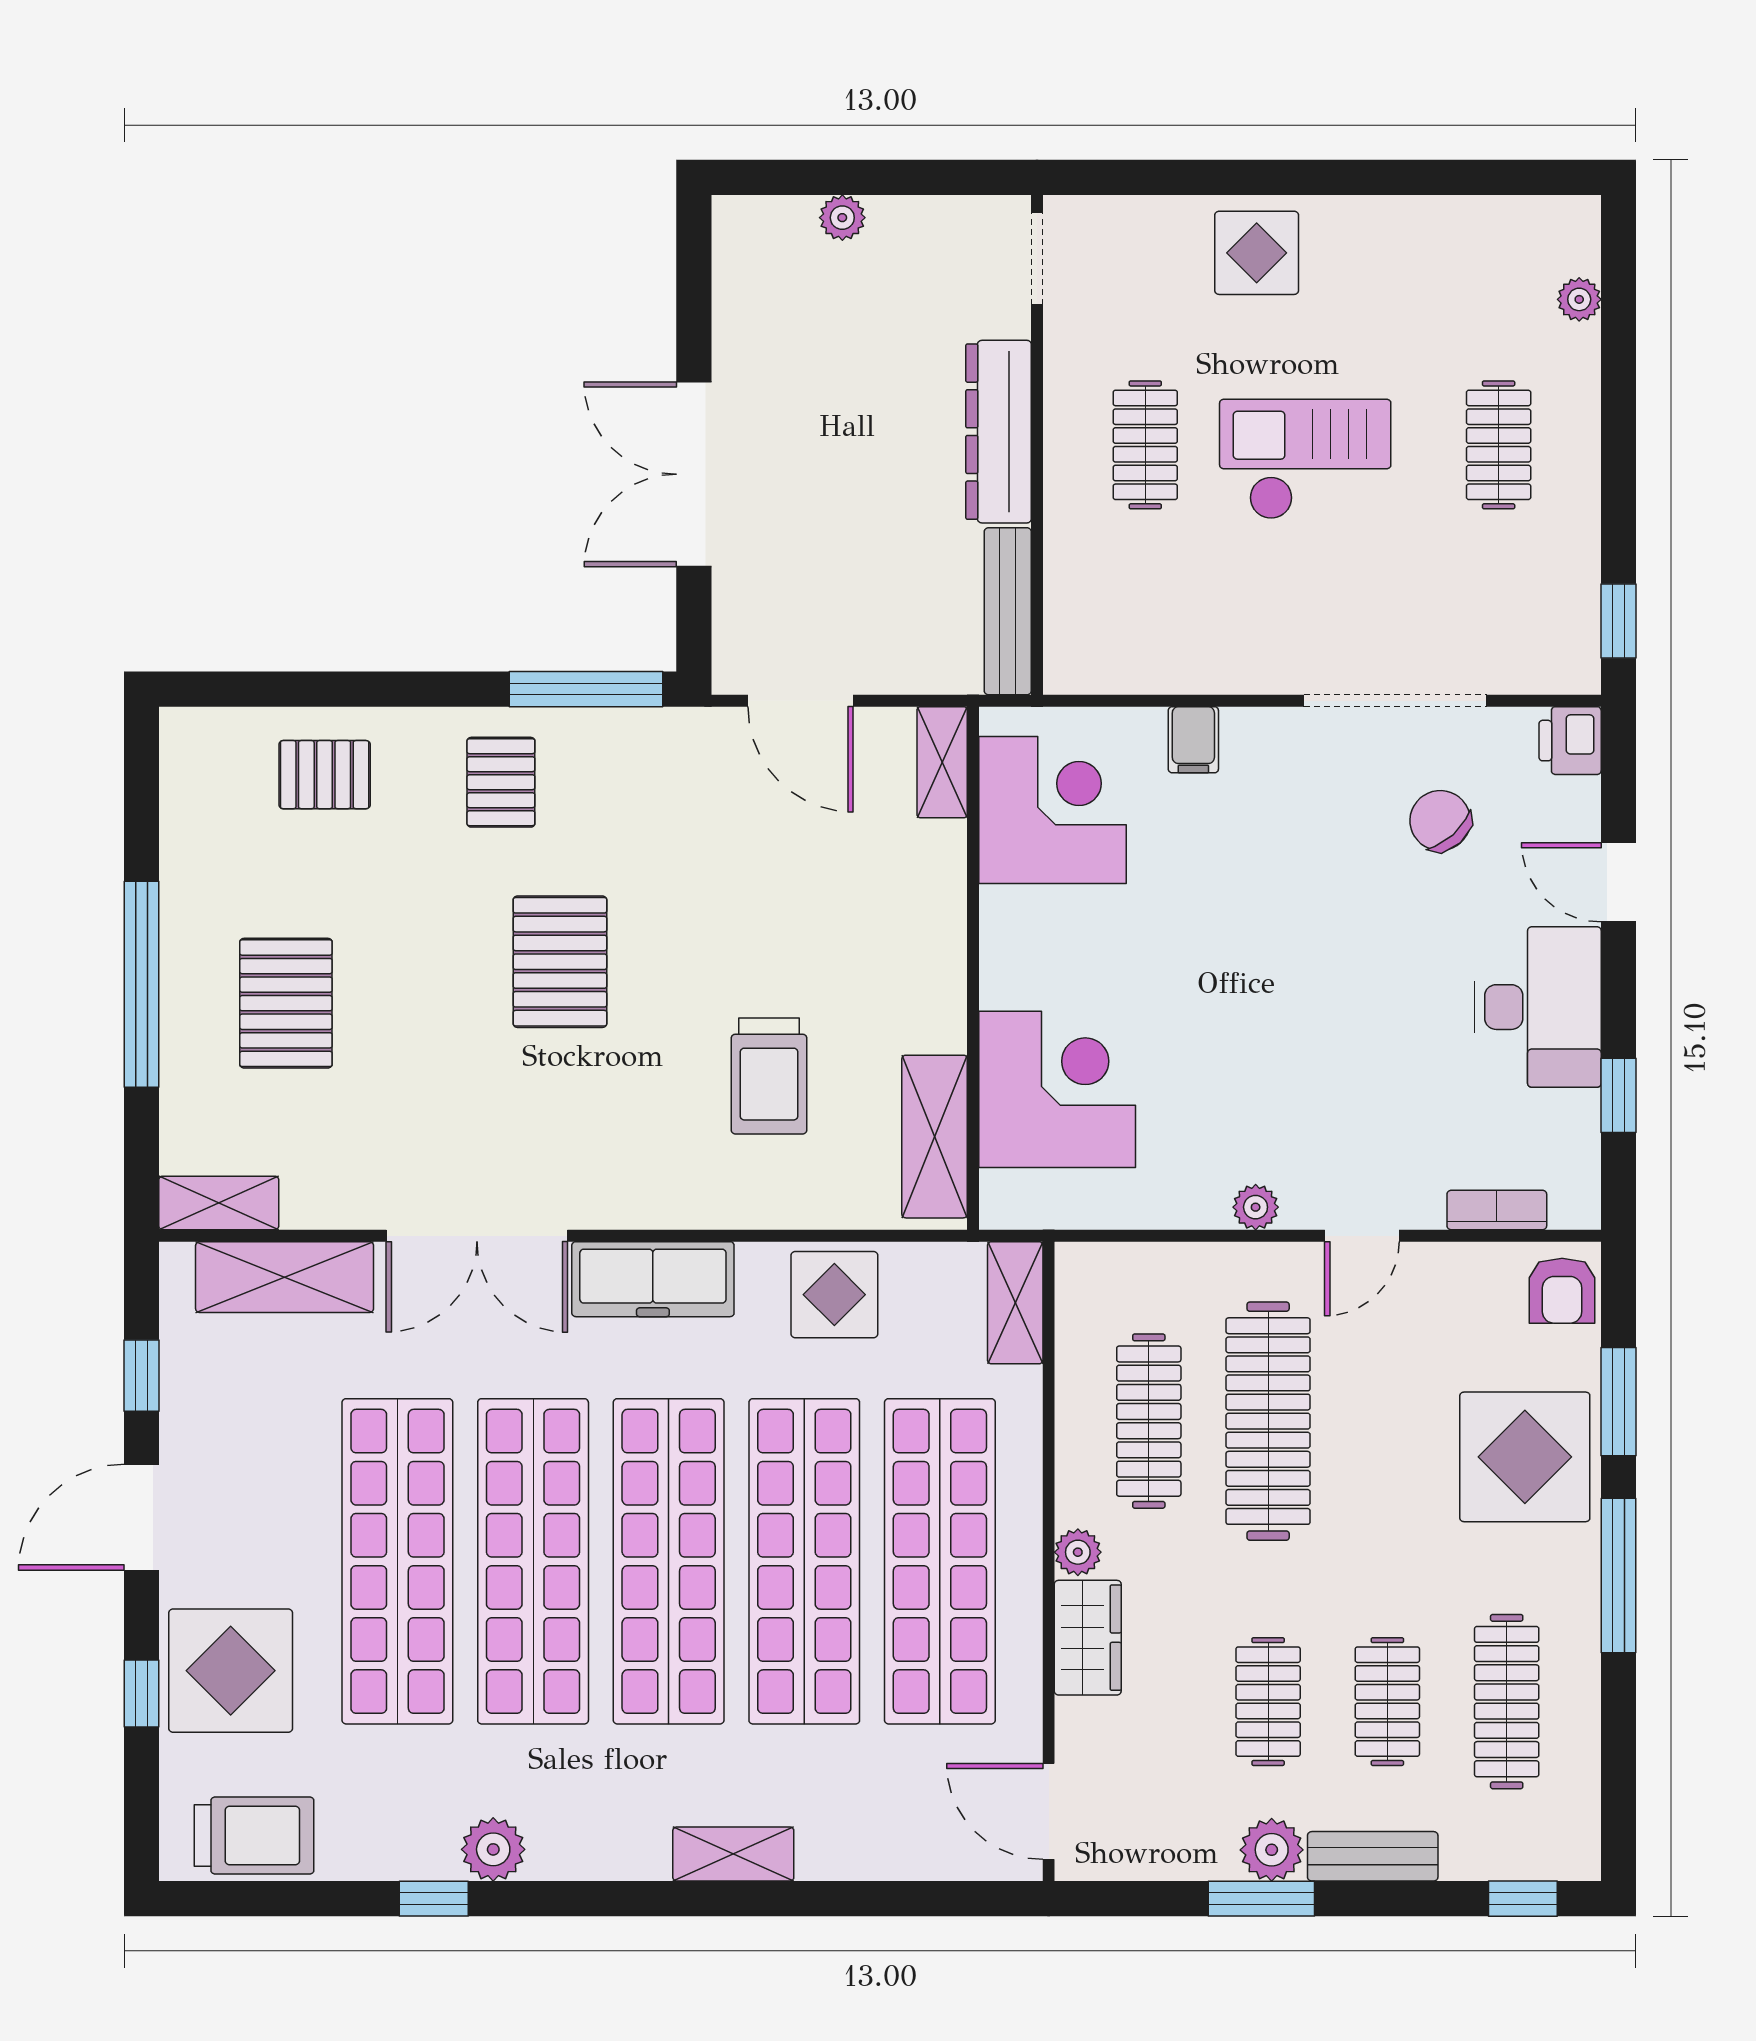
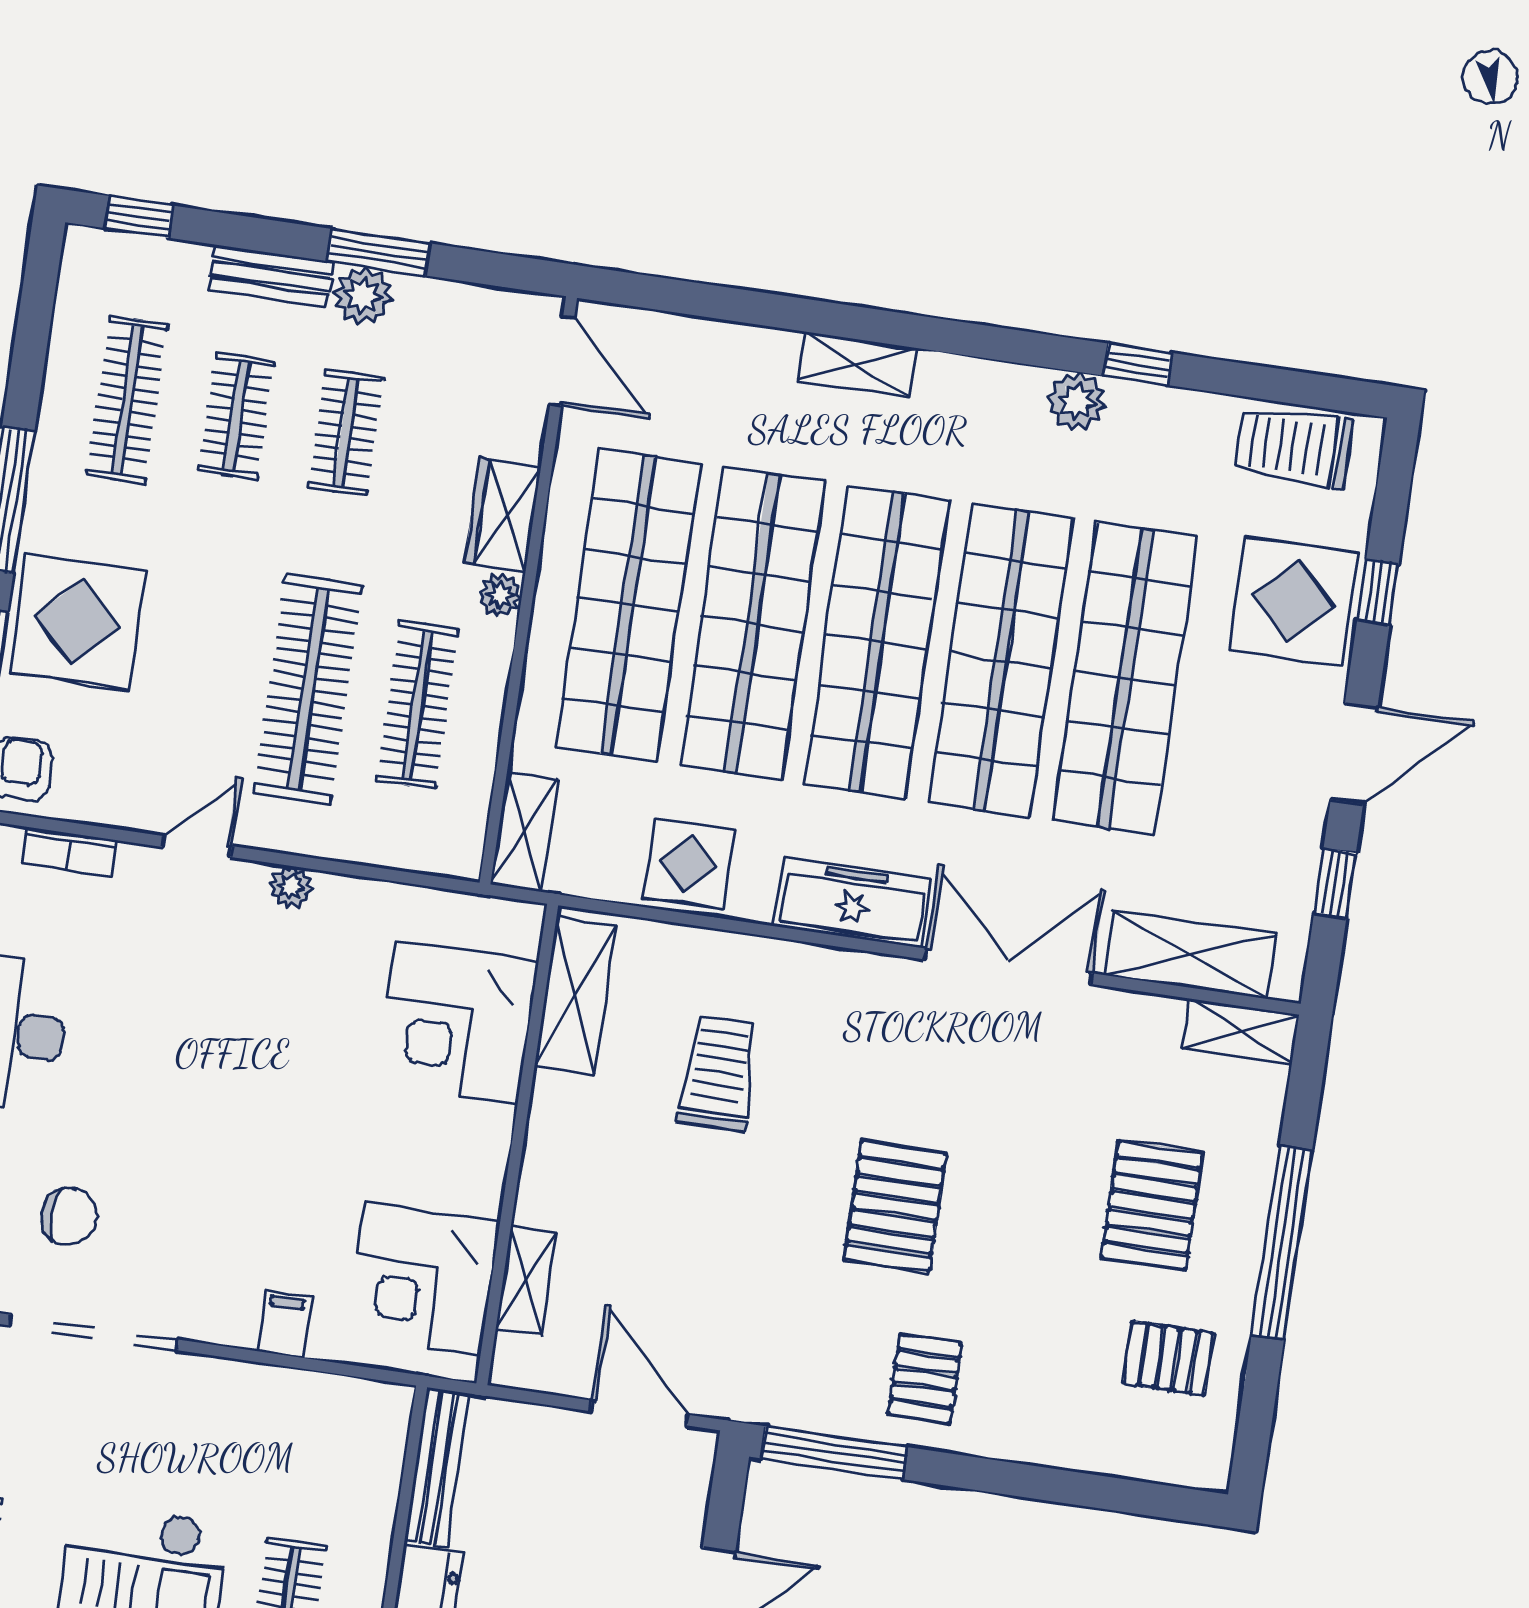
shelving: (942, 762) -> (526, 1281), moved
pallet: (325, 775) -> (1168, 1358), moved
chair: (1440, 821) -> (69, 1217), turned -48

